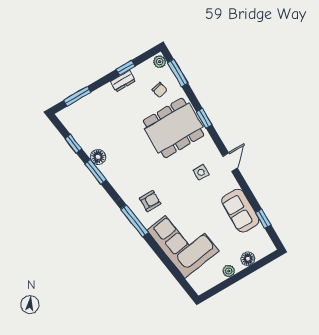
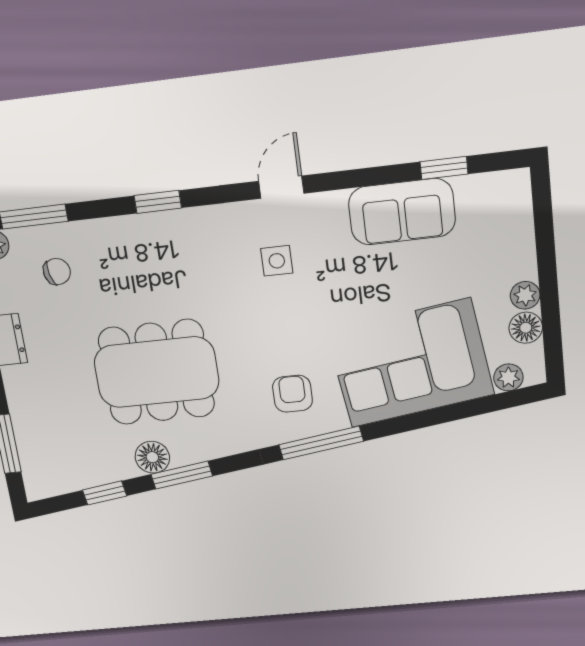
dining table: (174, 128) -> (157, 372), moved, turned 90
door: (230, 162) -> (281, 187), hinge flipped
floor lamp: (248, 259) -> (526, 328), moved
plant: (194, 280) -> (508, 377), added

